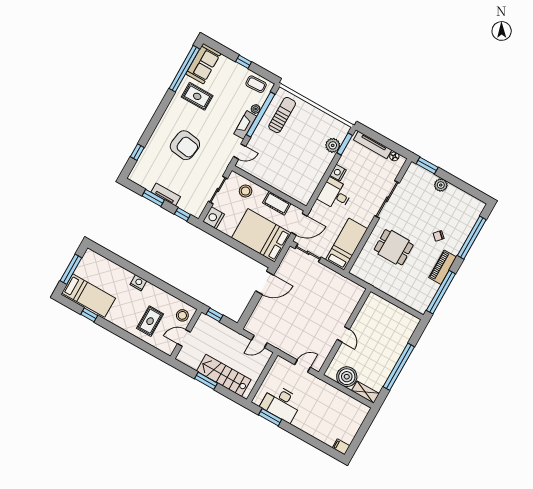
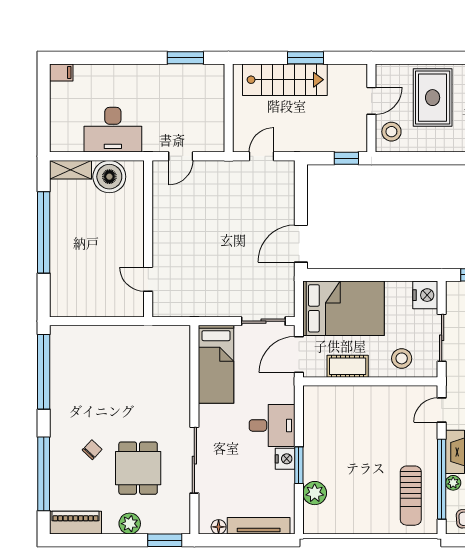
window: (345, 144) -> (299, 465), moved
dining table: (394, 247) -> (138, 468), moved, turned 90
piano: (443, 267) -> (76, 523), moved, turned -90
rug: (150, 321) -> (433, 98), width x1.36, depth x1.43
door: (343, 334) -> (148, 279), moved
desk: (281, 403) -> (113, 130), moved, turned 180

